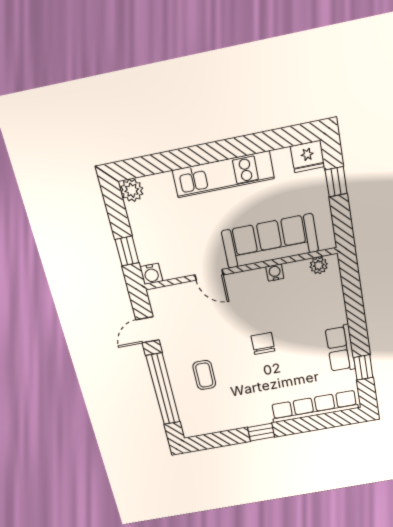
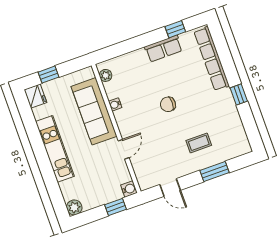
window: (163, 389) -> (215, 172), width x0.47

